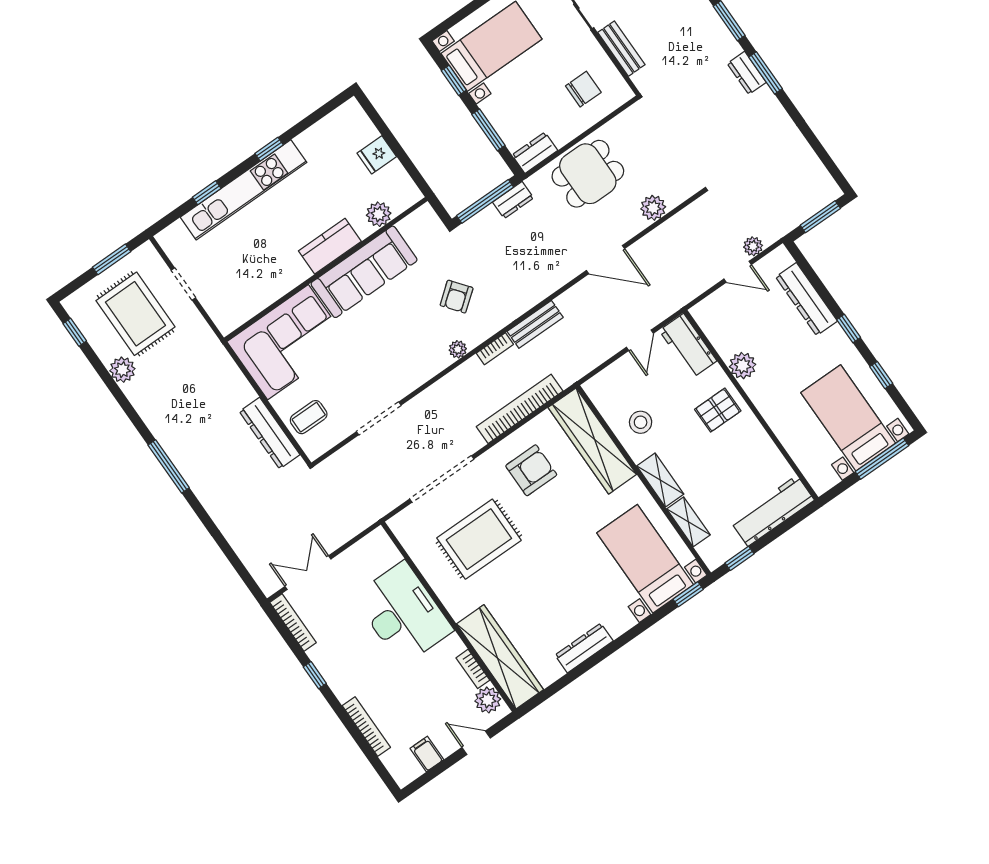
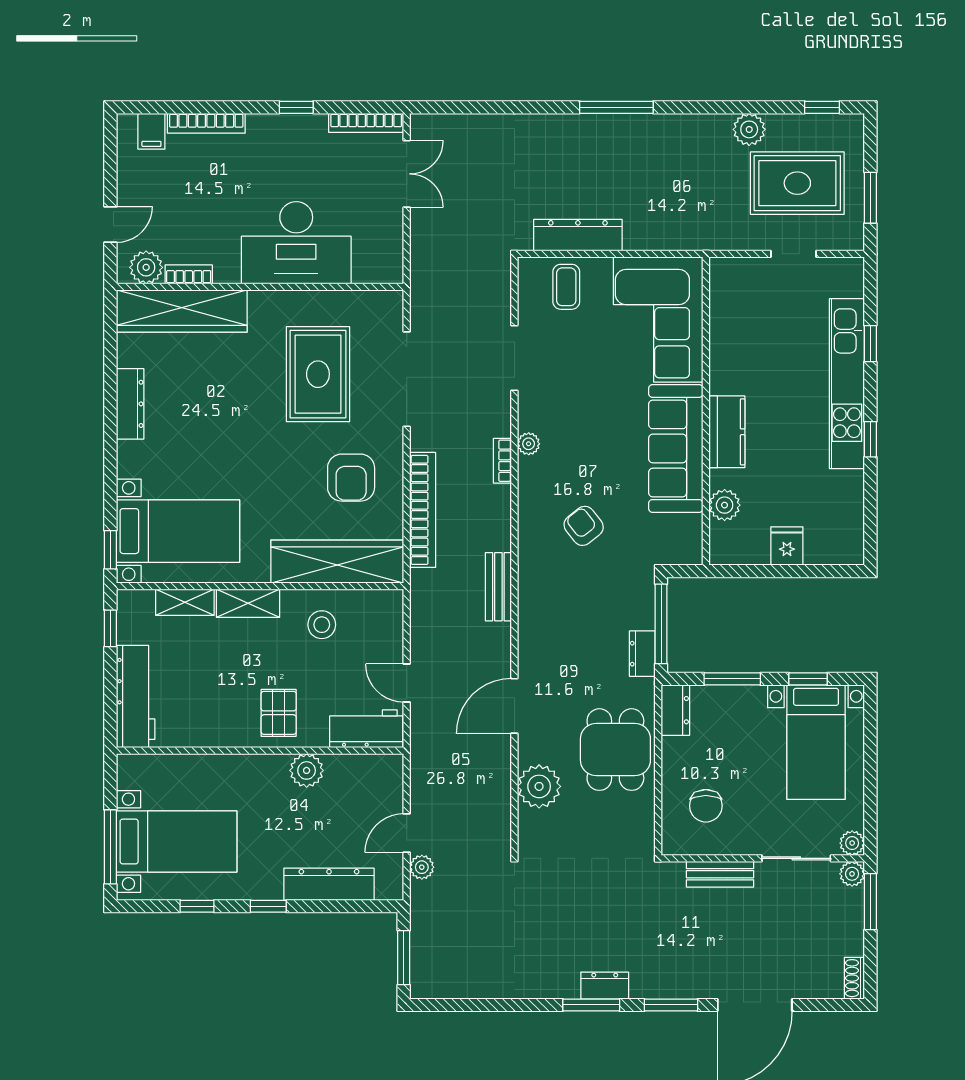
plant: (653, 208) -> (539, 786), width x1.36, depth x1.36
plant: (458, 349) -> (529, 444), moved
bookcase: (495, 349) -> (502, 461), moved
filing cabinet: (427, 754) -> (151, 131), moved, turned 90

